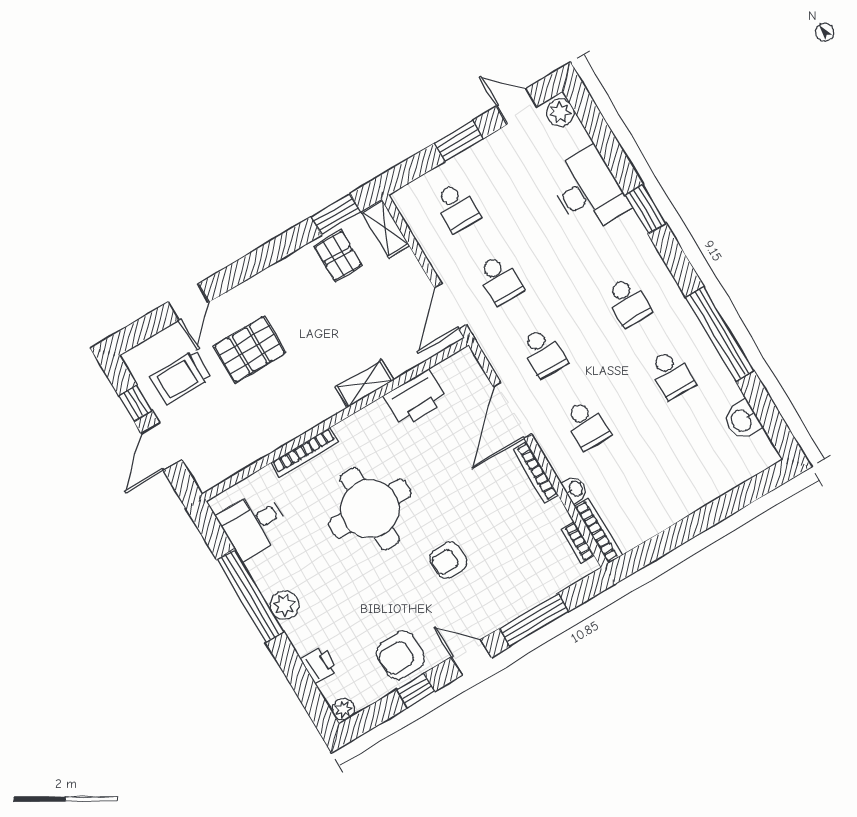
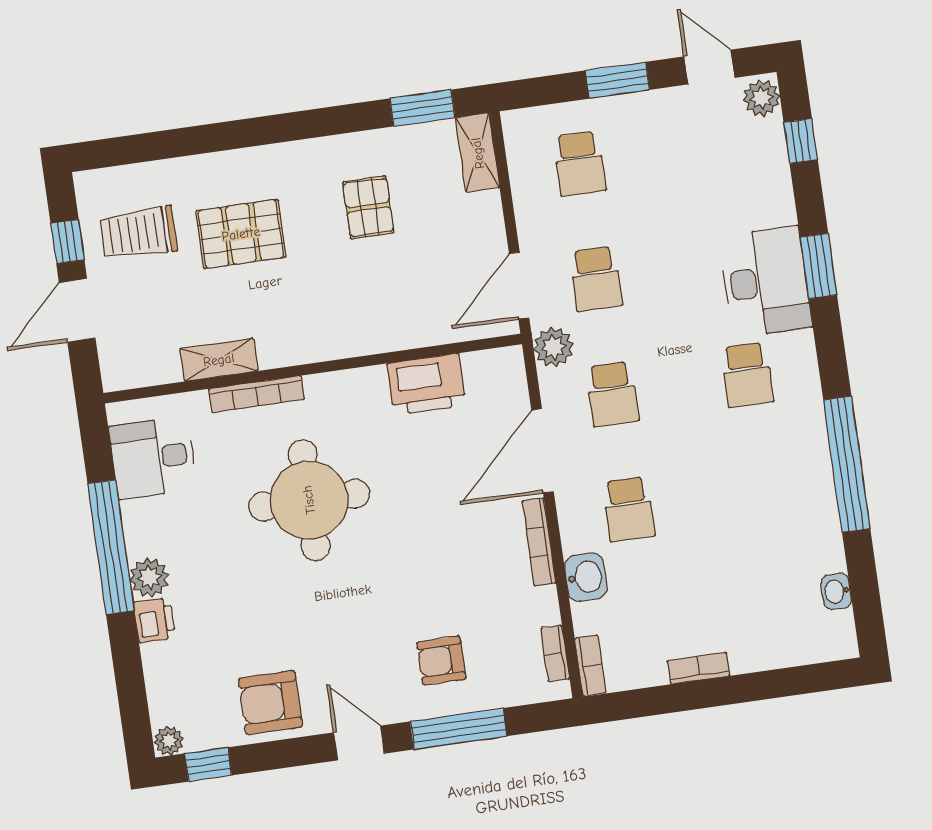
window: (598, 130) -> (801, 141), added
desk: (588, 191) -> (765, 282), moved
pallet: (338, 256) -> (368, 207), moved
door: (188, 302) -> (189, 141), removed
plant: (491, 338) -> (554, 347), added
school desk: (671, 374) -> (764, 490), removed
shelving: (365, 384) -> (219, 360), moved
washbasin: (742, 420) -> (836, 591), width x0.72, depth x0.69
washbasin: (575, 489) -> (586, 577), width x1.38, depth x1.45
bookcase: (678, 512) -> (699, 668), added
bookcase: (598, 530) -> (590, 666), width x0.64
armchair: (448, 560) -> (441, 661), moved
printer: (319, 665) -> (154, 620), moved
window: (416, 691) -> (208, 764), moved

